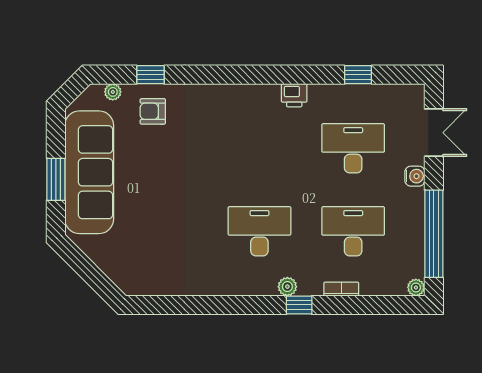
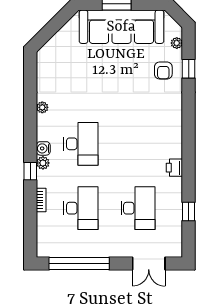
armchair: (153, 111) -> (163, 70), turned 180
water cooler: (415, 176) -> (43, 148), moved, turned 90
plant: (416, 287) -> (42, 107), moved

